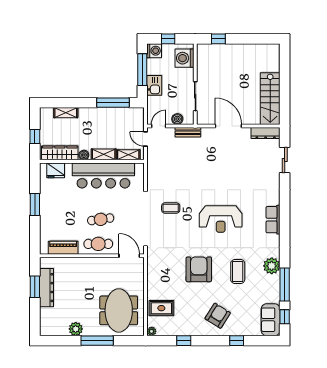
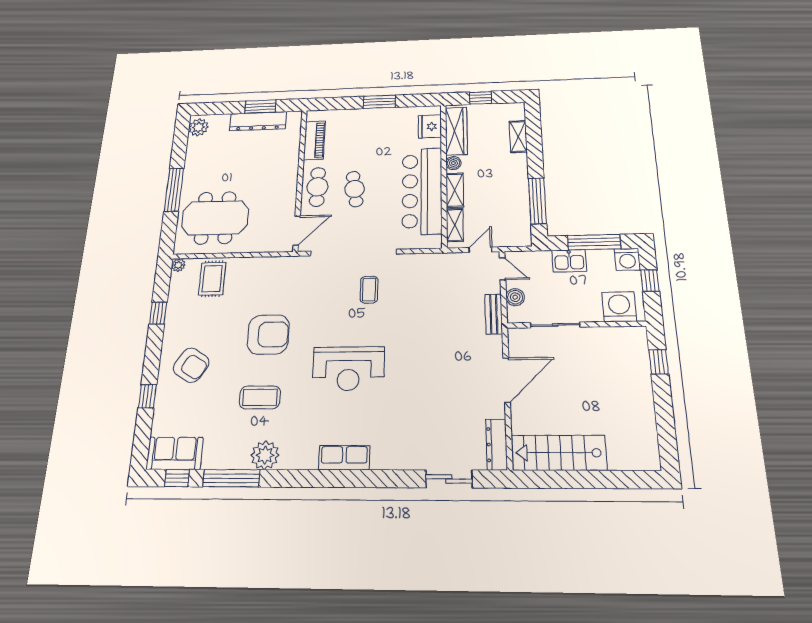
reception desk: (221, 219) -> (348, 369), turned -90
plant: (76, 329) -> (198, 127), moved

